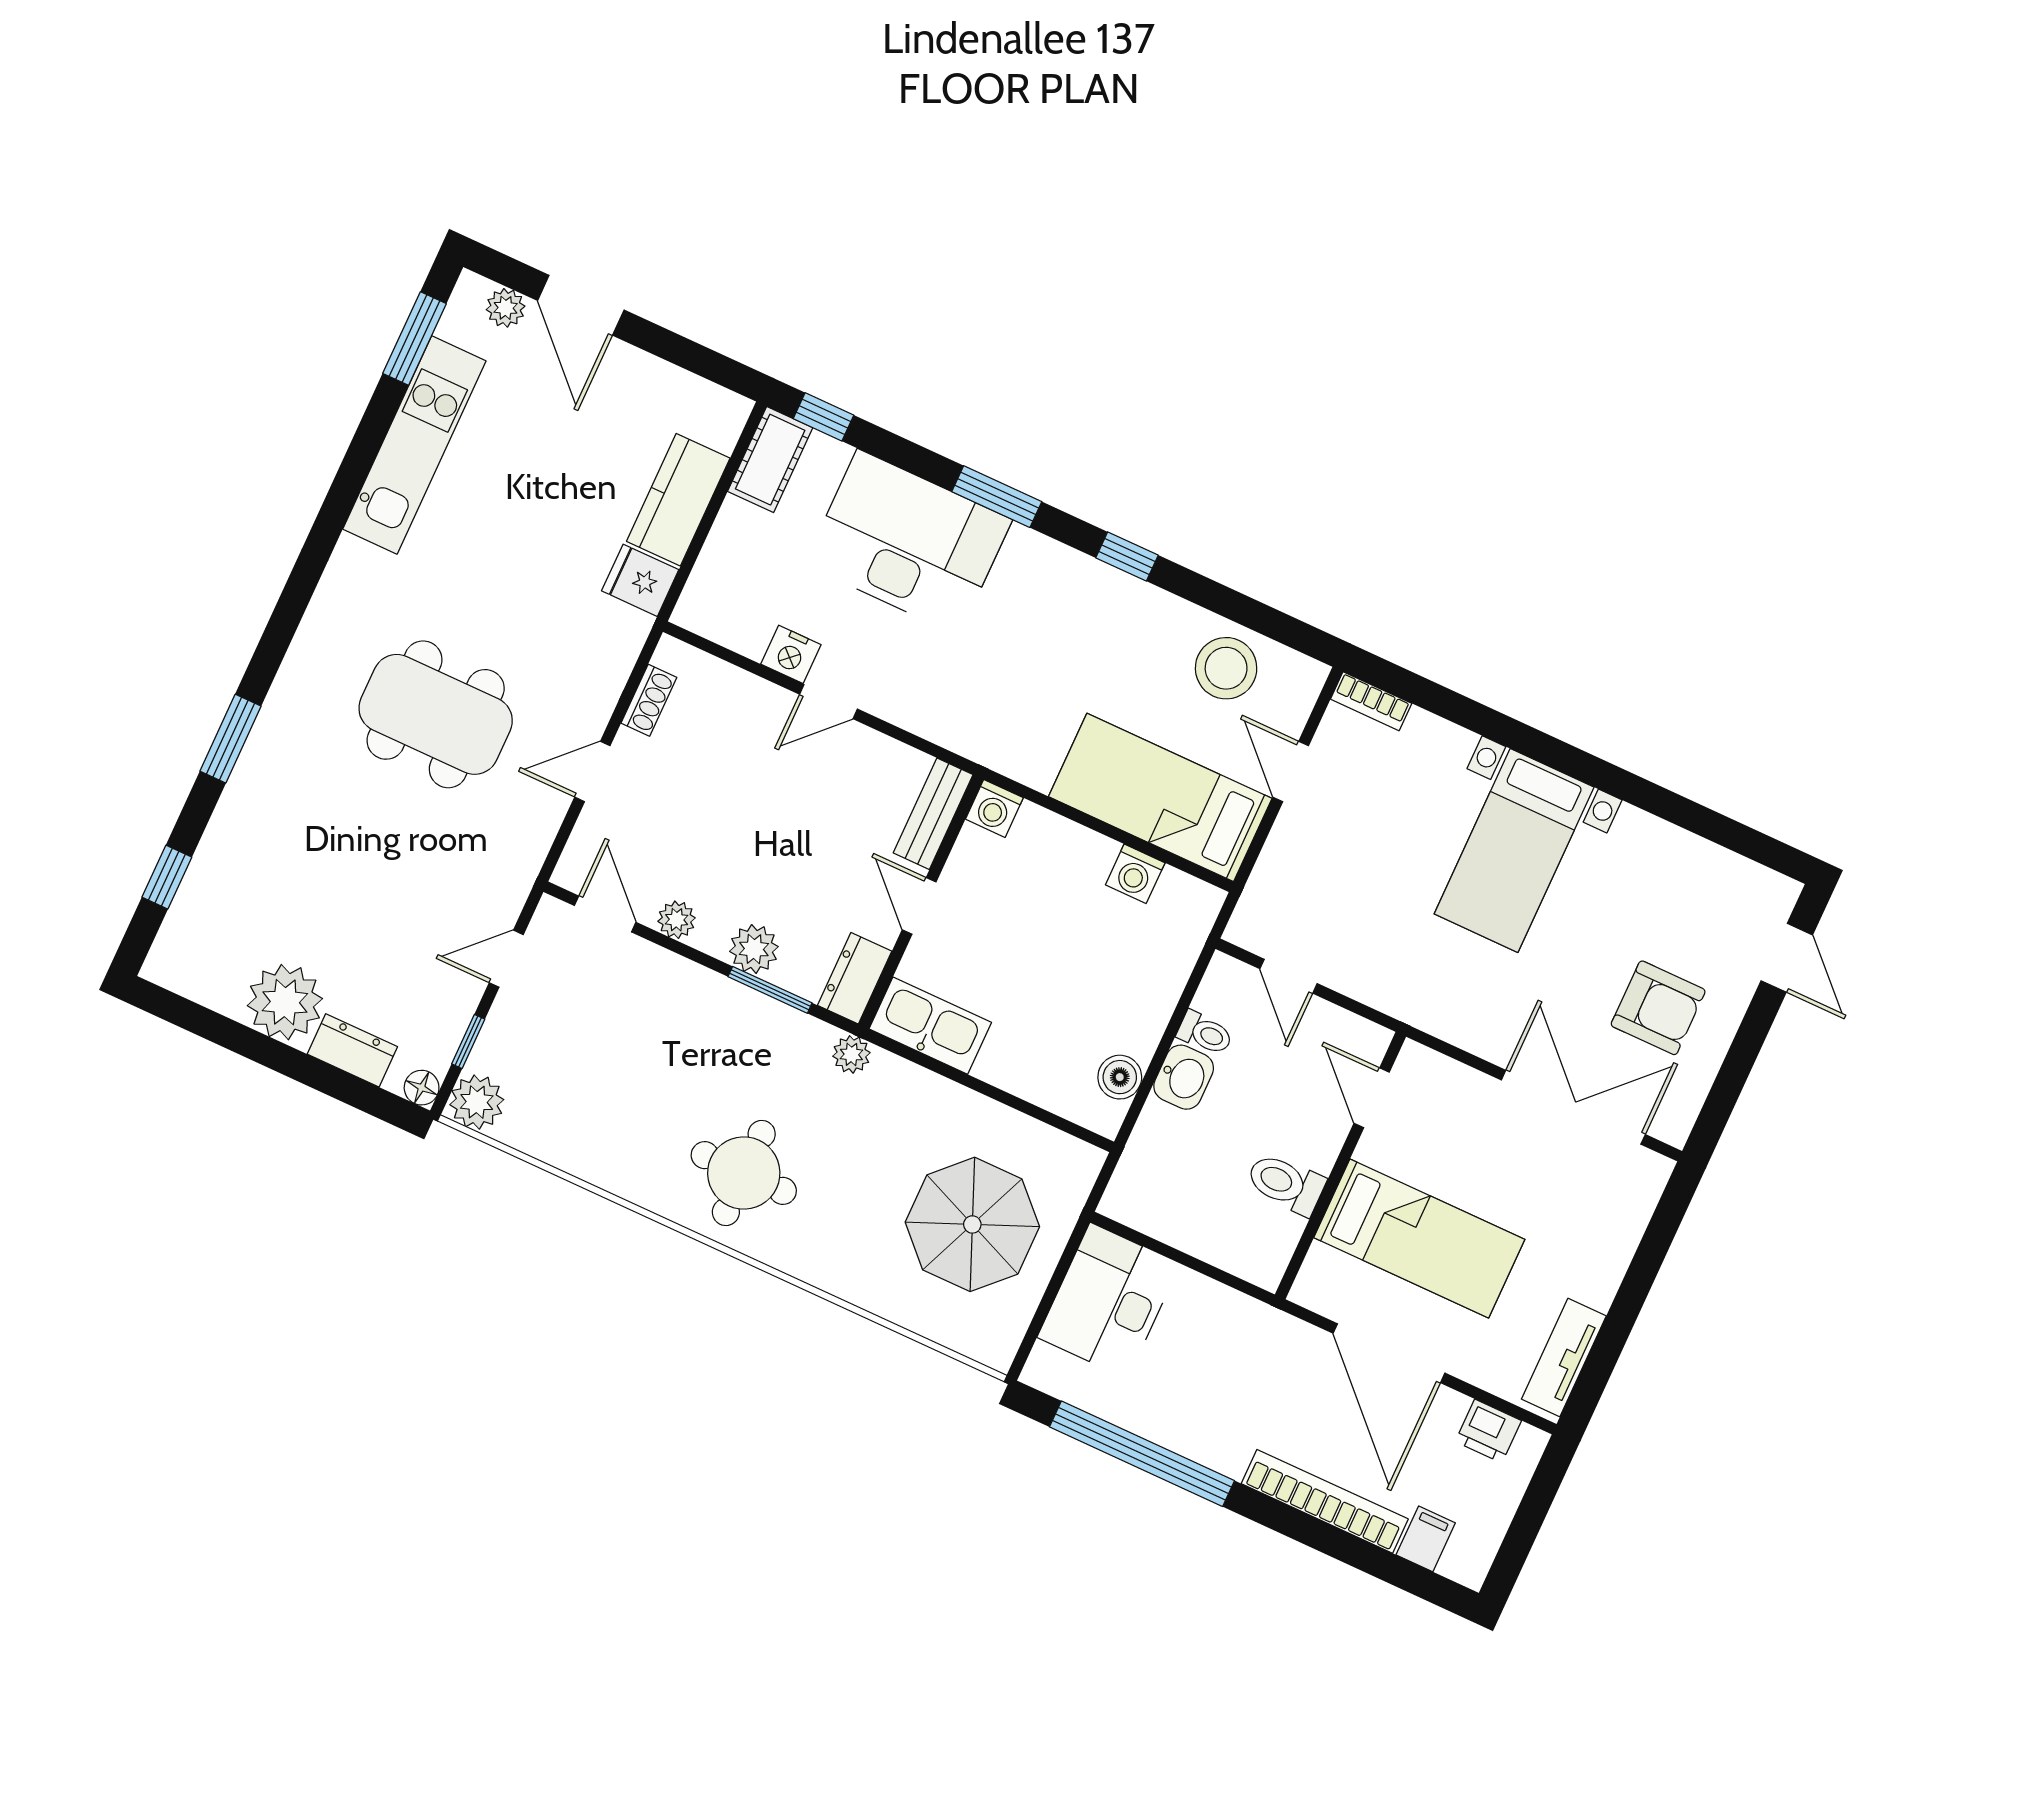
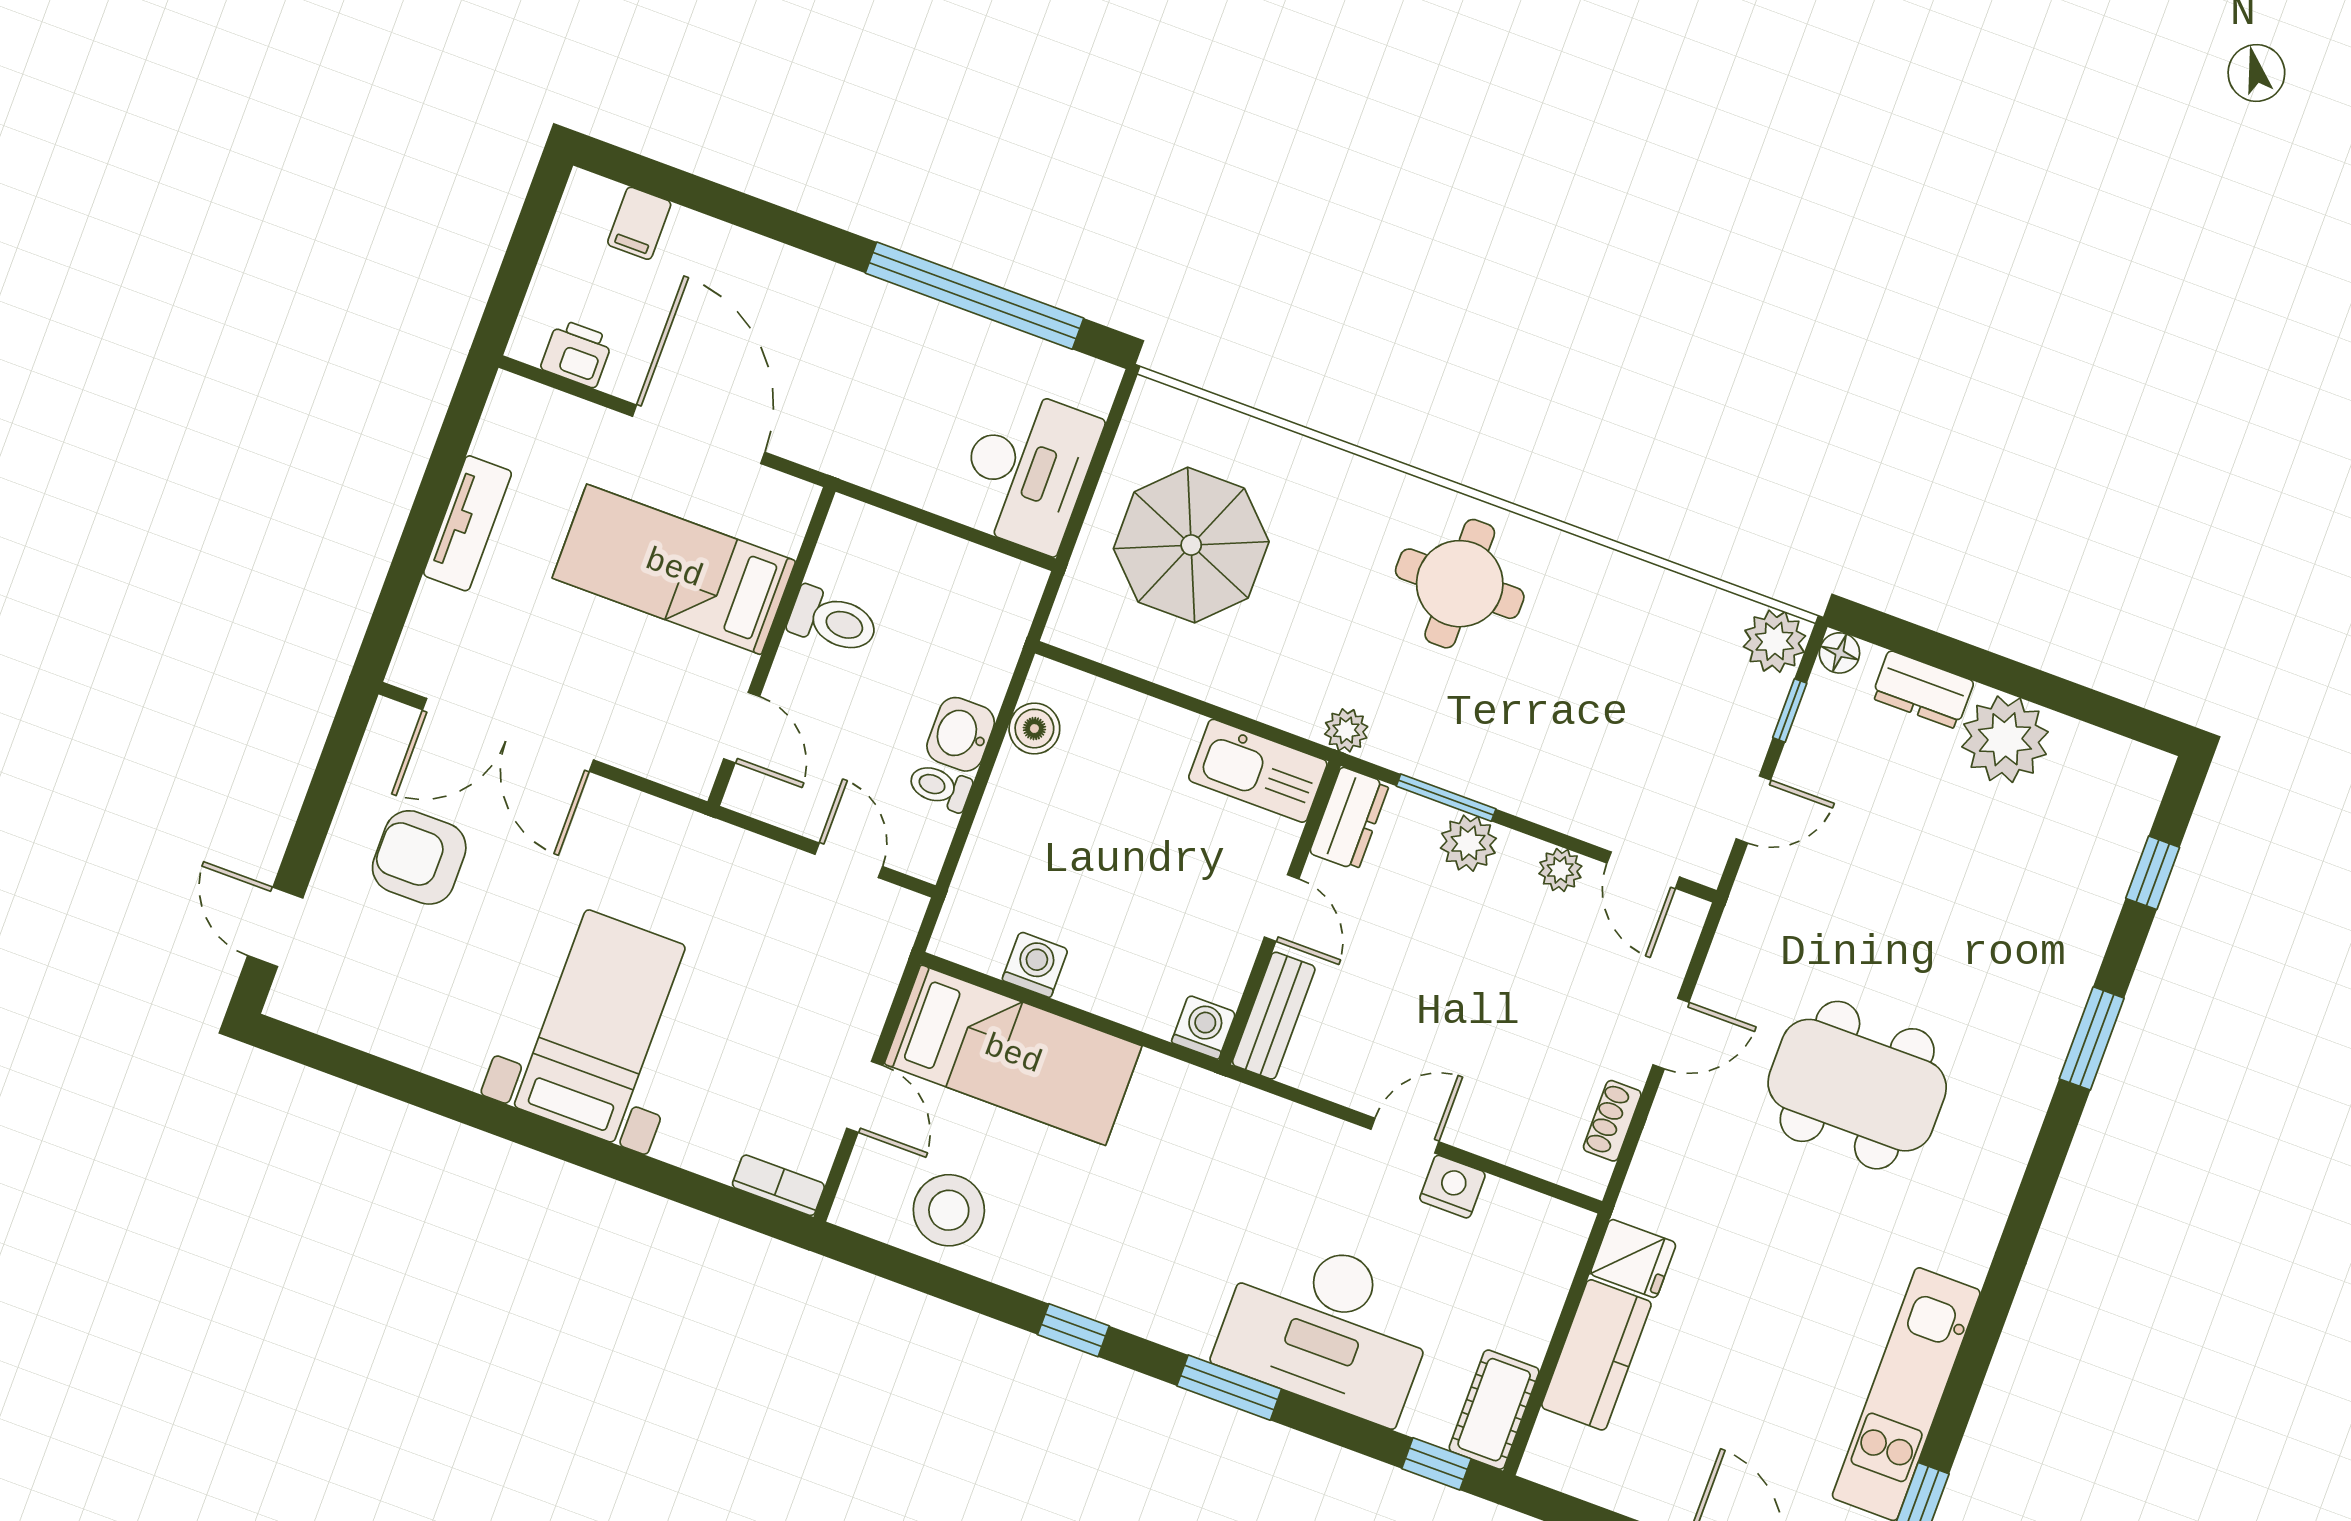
tv unit: (1564, 1358) -> (468, 523), moved
bookcase: (1325, 1501) -> (759, 257), removed

